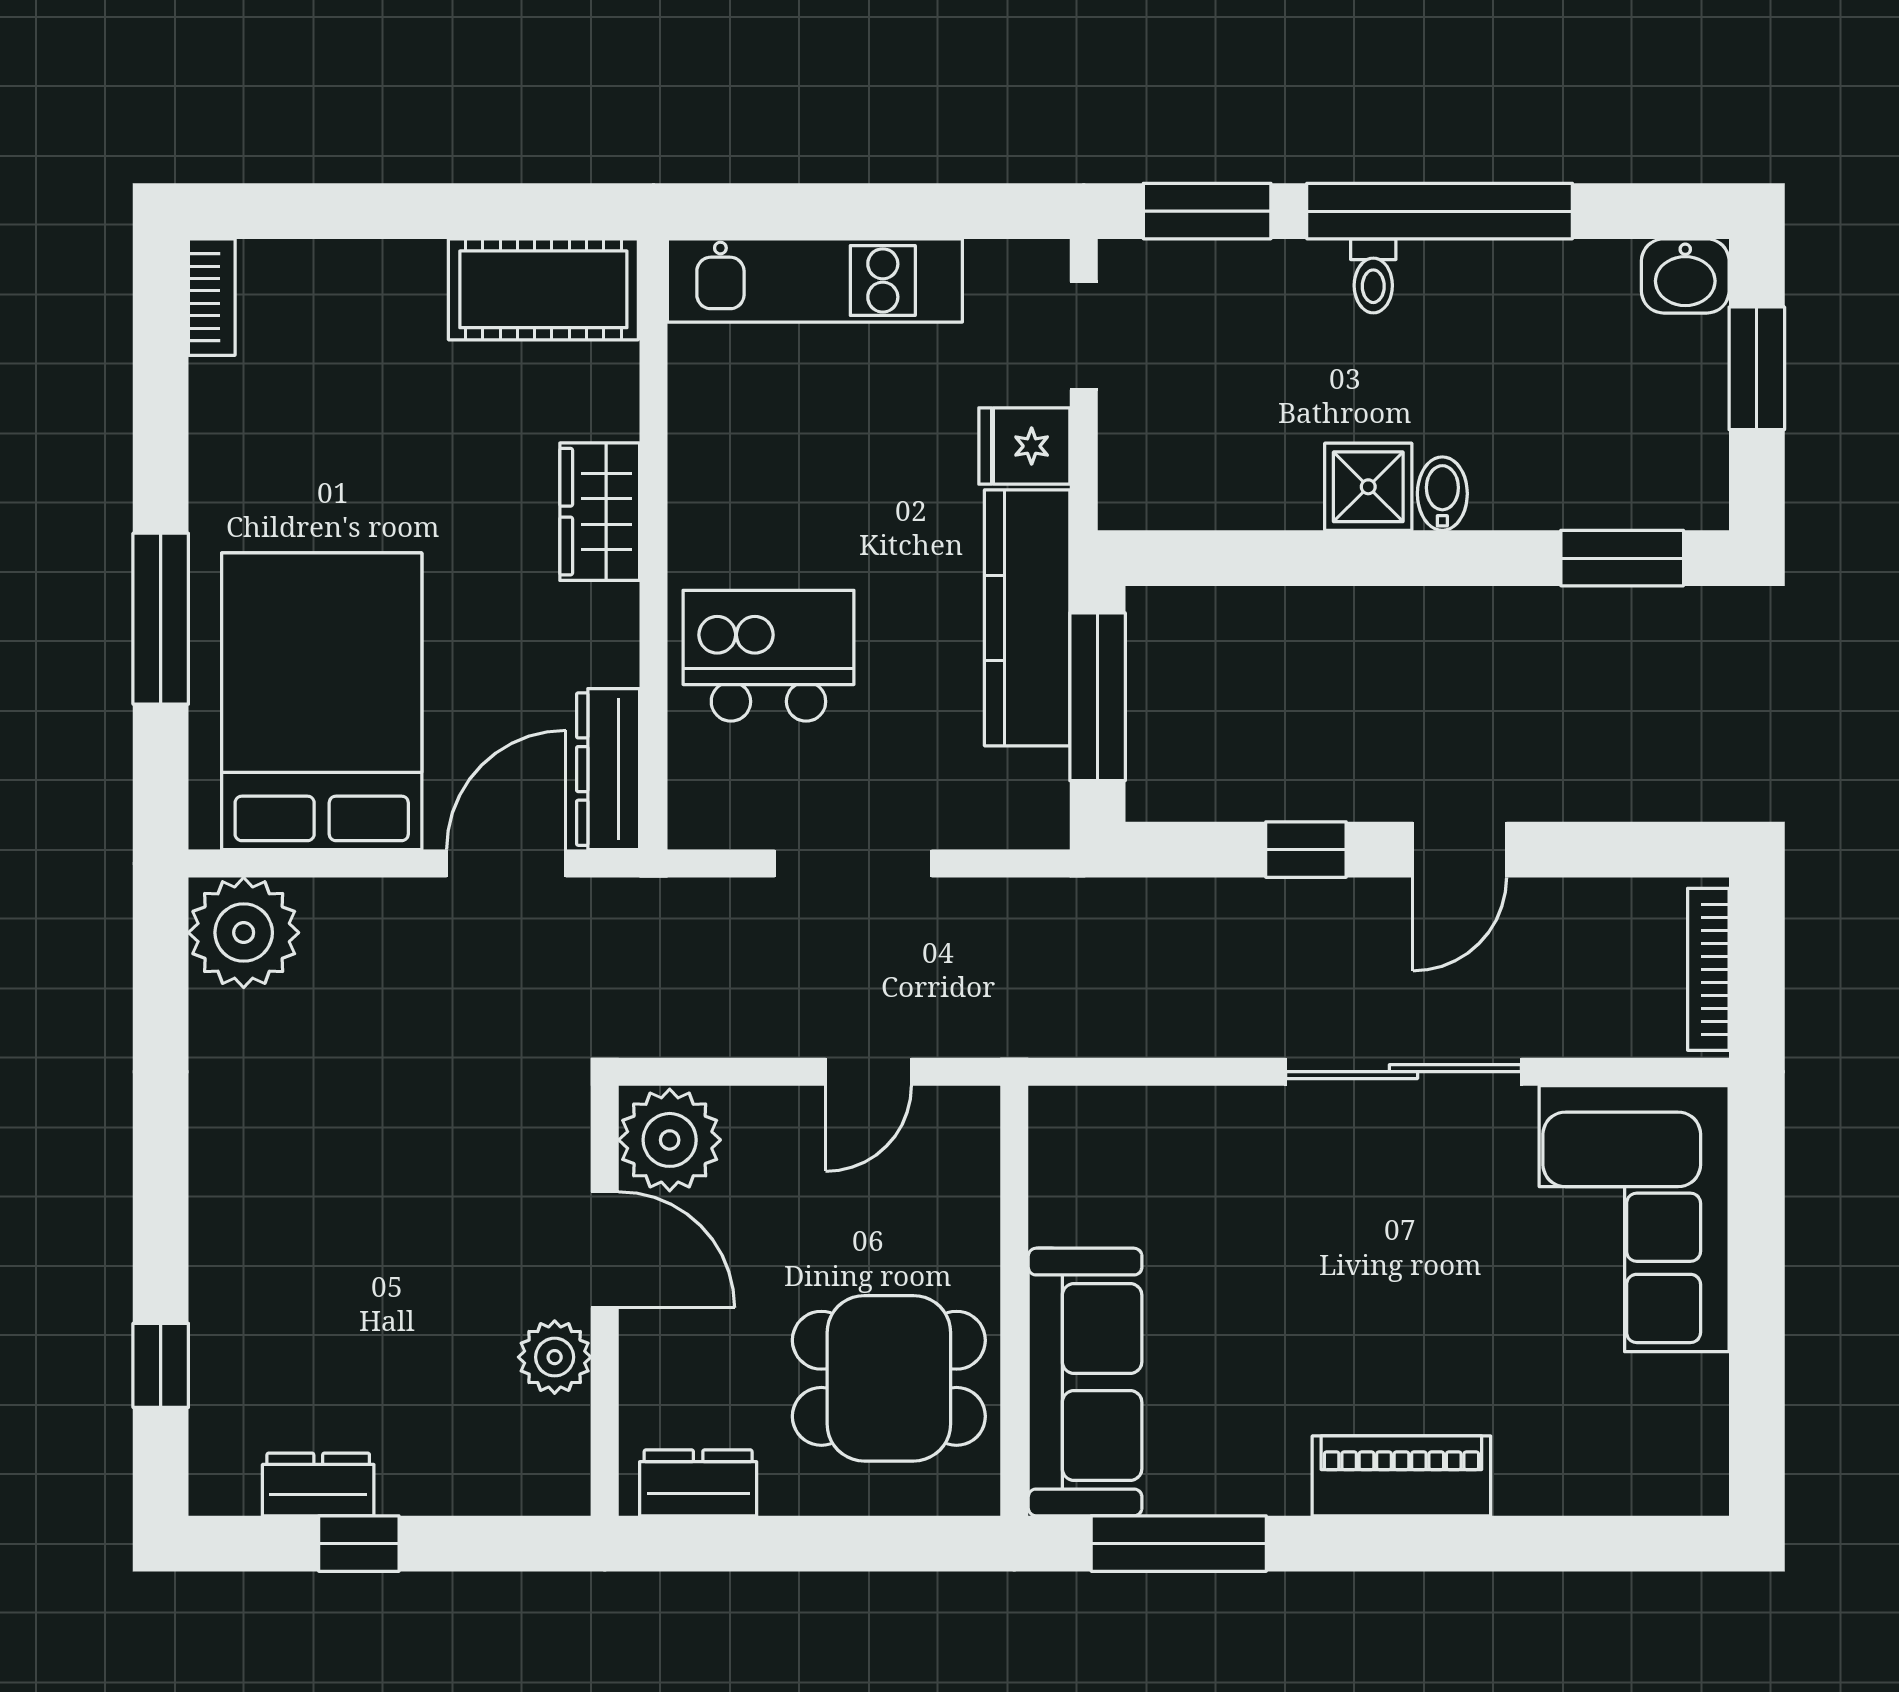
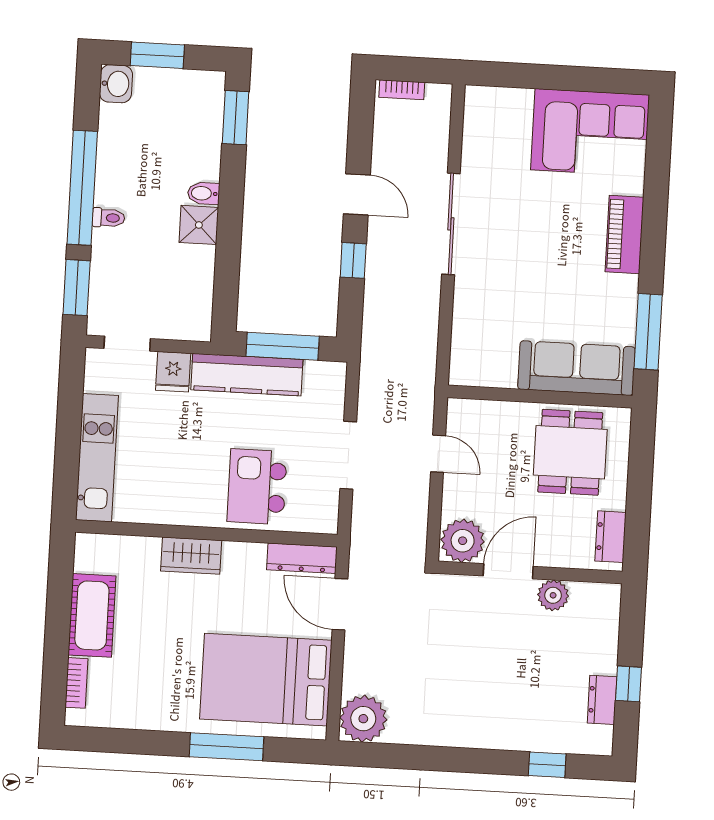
cot: (543, 289) -> (92, 615), moved
bookcase: (212, 297) -> (76, 683), moved, turned 90
bookcase: (1708, 969) -> (402, 90), width x0.64
corner sofa: (1634, 1219) -> (590, 132), moved

